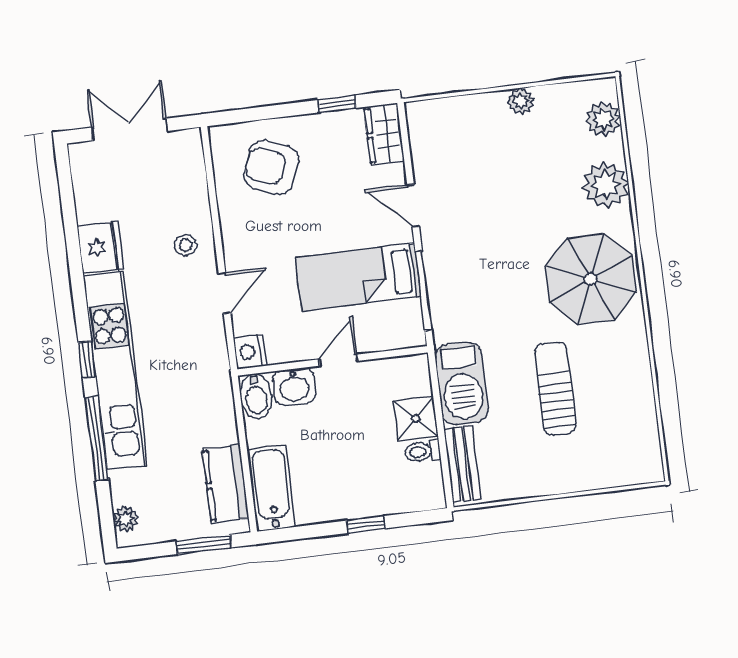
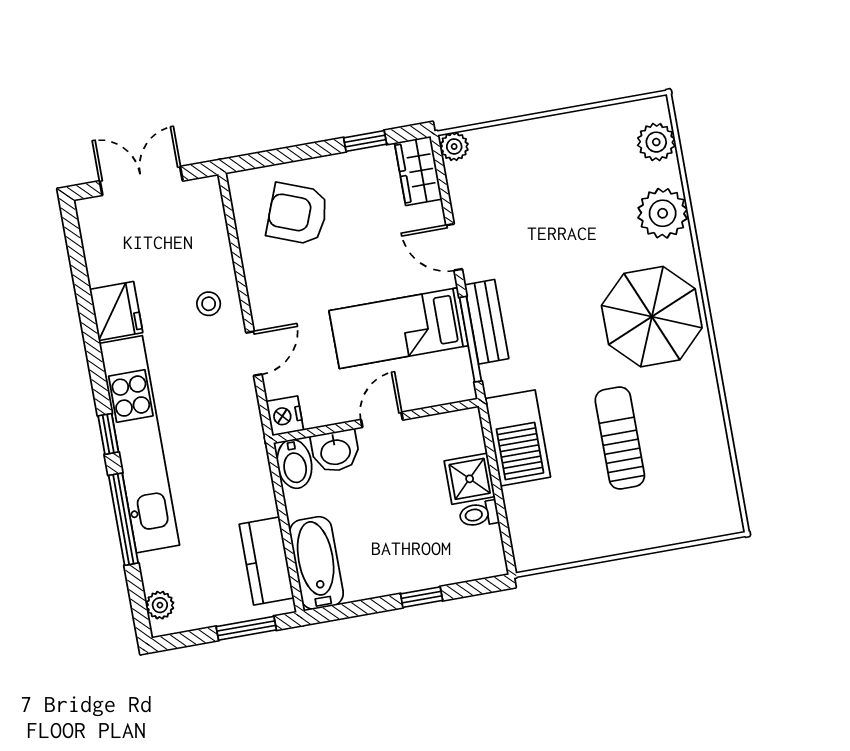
plant: (521, 101) -> (454, 146), moved
bench: (462, 464) -> (487, 322), moved

